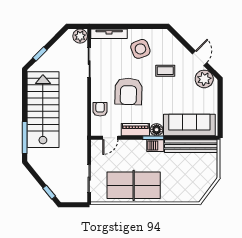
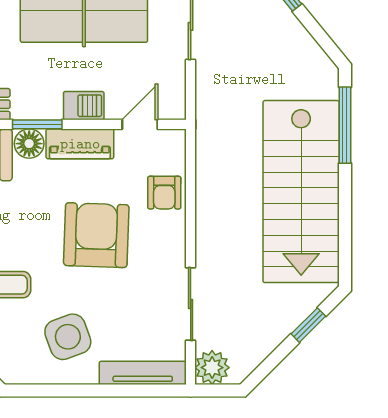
barbecue: (155, 146) -> (84, 106), moved

